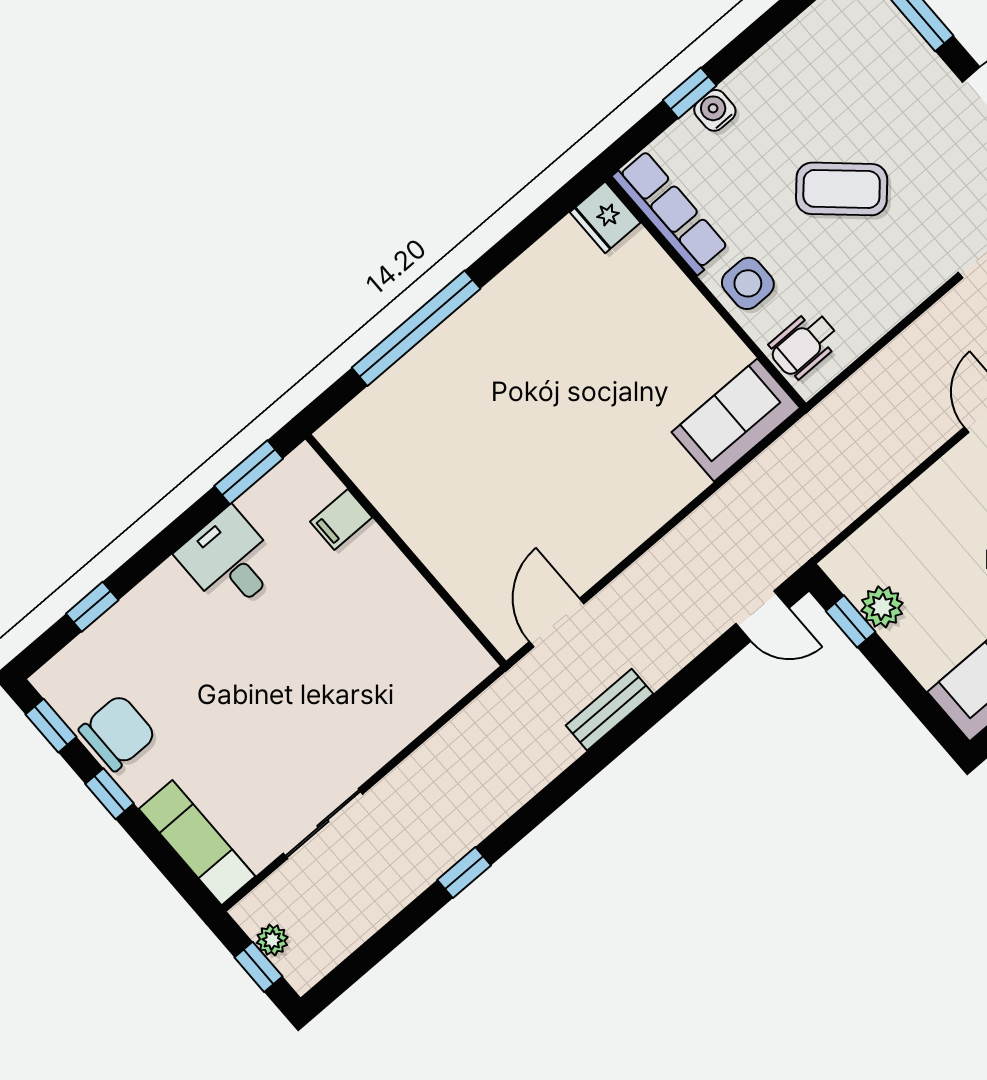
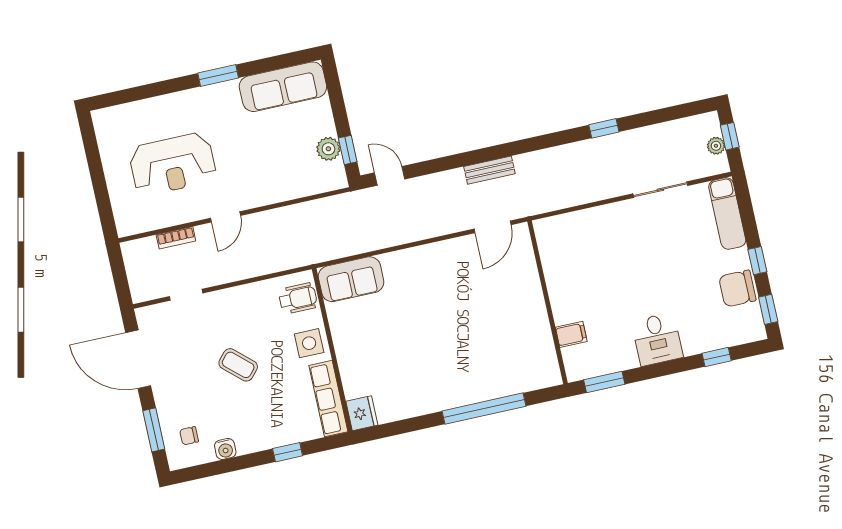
chair: (859, 35) -> (189, 436), added
water cooler: (715, 110) -> (225, 449), moved
coffee table: (842, 189) -> (238, 365), width x0.73, depth x0.77
desk: (229, 560) -> (657, 339), moved

